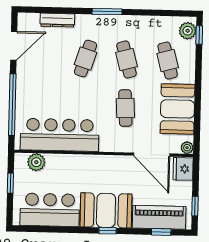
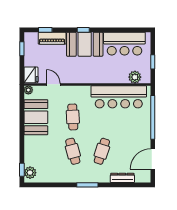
cafe table: (168, 61) -> (44, 151), removed
door: (152, 155) -> (53, 84), width x0.53
piano: (159, 217) -> (52, 38), width x0.73, depth x0.75

